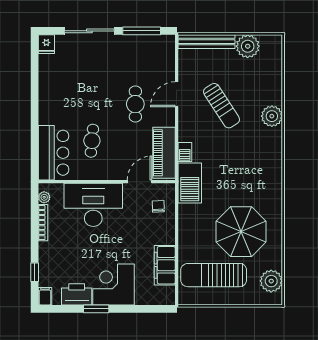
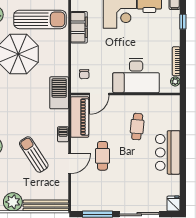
barbecue: (185, 152) -> (63, 134), moved
bar counter: (54, 153) -> (168, 152), moved

